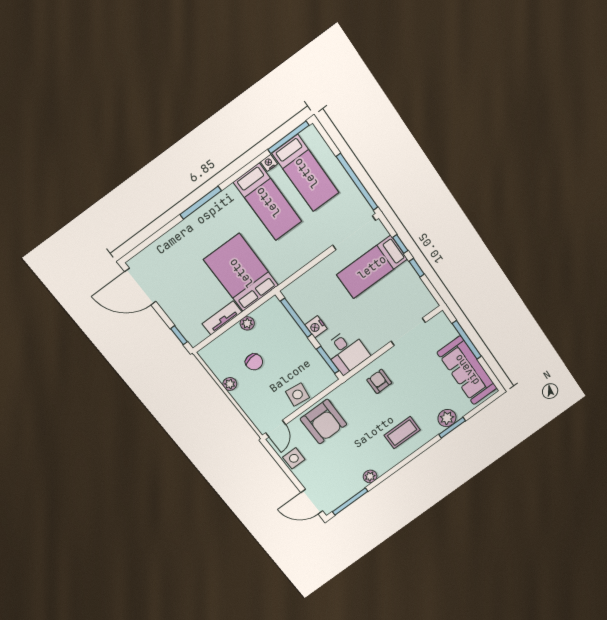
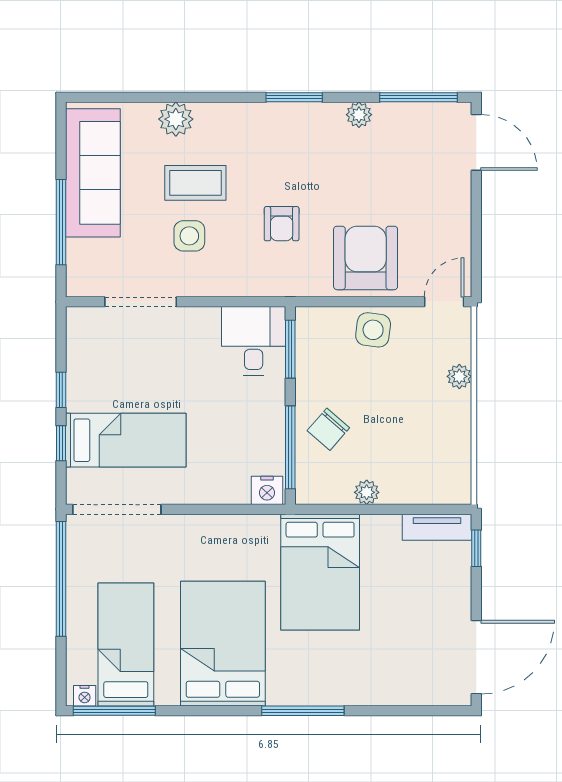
nightstand: (269, 163) -> (85, 696), moved
bed: (268, 202) -> (223, 644), width x1.50
door: (140, 287) -> (476, 657), hinge flipped
tv unit: (222, 318) -> (437, 527), moved
nightstand: (316, 327) -> (267, 490), moved, turned 90
chair: (254, 362) -> (328, 429), moved, turned -129
armchair: (379, 381) -> (282, 224), moved
plant: (230, 384) -> (459, 376), moved
window: (452, 428) -> (294, 97), moved
coffee table: (402, 433) -> (195, 183), moved
side table: (294, 458) -> (189, 236), moved

